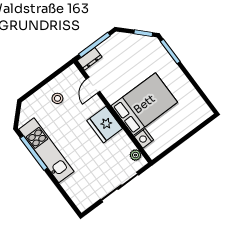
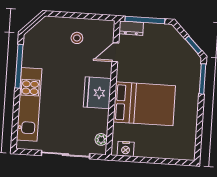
nightstand: (144, 138) -> (126, 149), moved, turned -90
kitchen unit: (46, 150) -> (29, 104), moved

